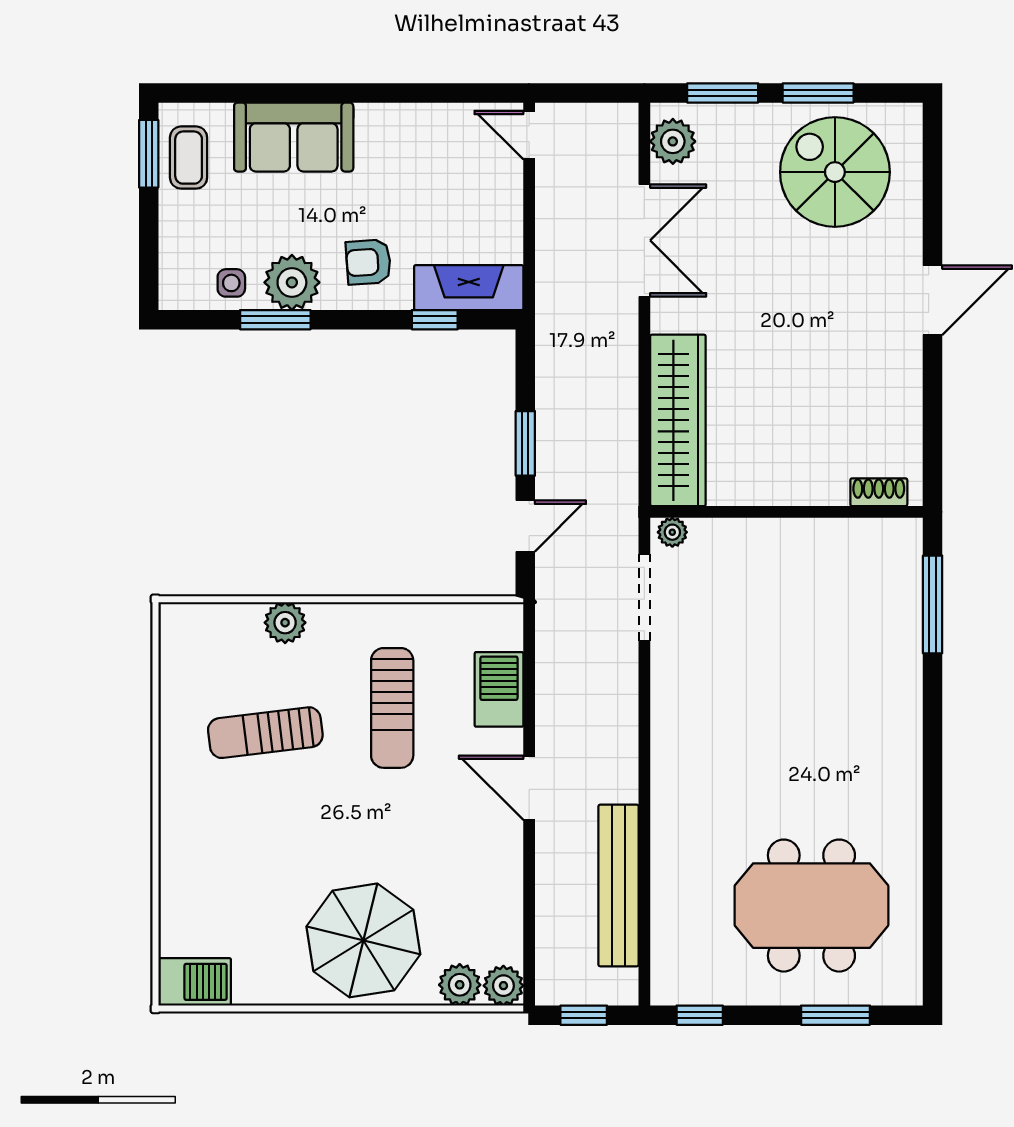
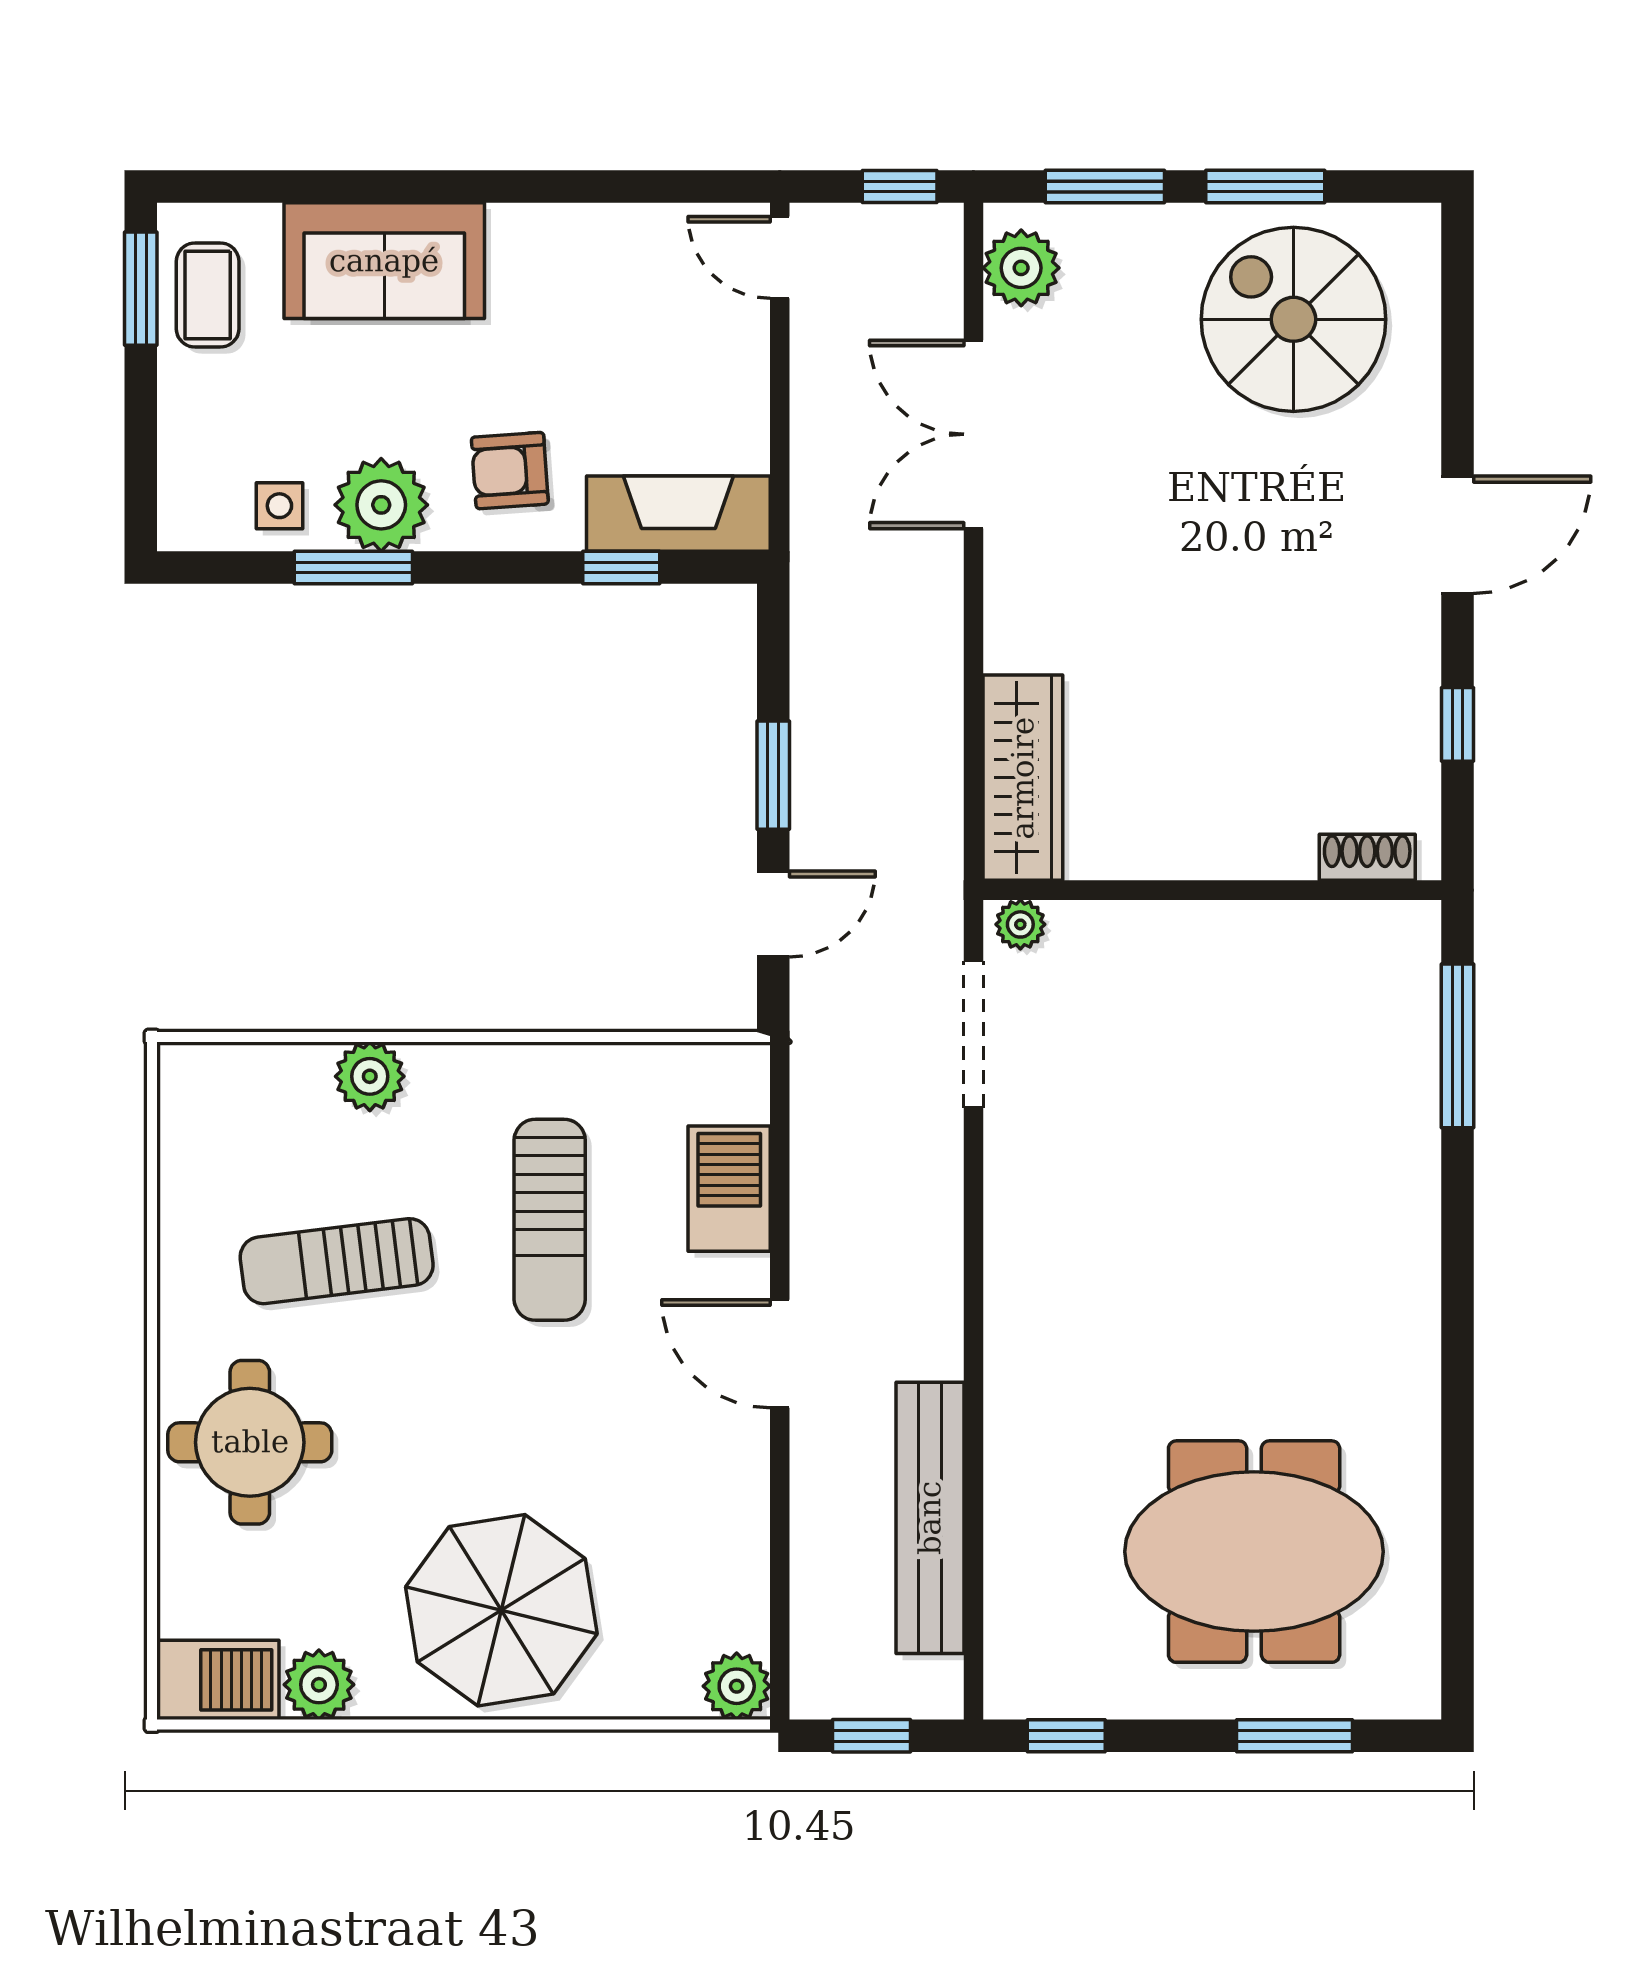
window: (601, 93) -> (900, 187), added
double door: (644, 240) -> (973, 434), swing flipped
window: (933, 413) -> (1458, 724), added
wardrobe: (678, 420) -> (1023, 778), width x0.71, depth x0.85
round table: (214, 840) -> (250, 1442), added
plant: (460, 985) -> (319, 1685), moved

